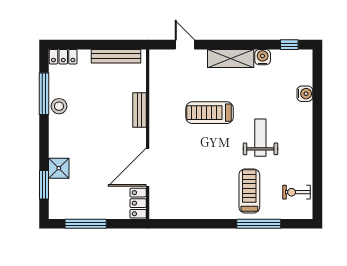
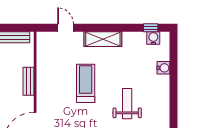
water cooler: (263, 57) -> (153, 38), moved
treadmill: (210, 113) -> (86, 83), turned 90

